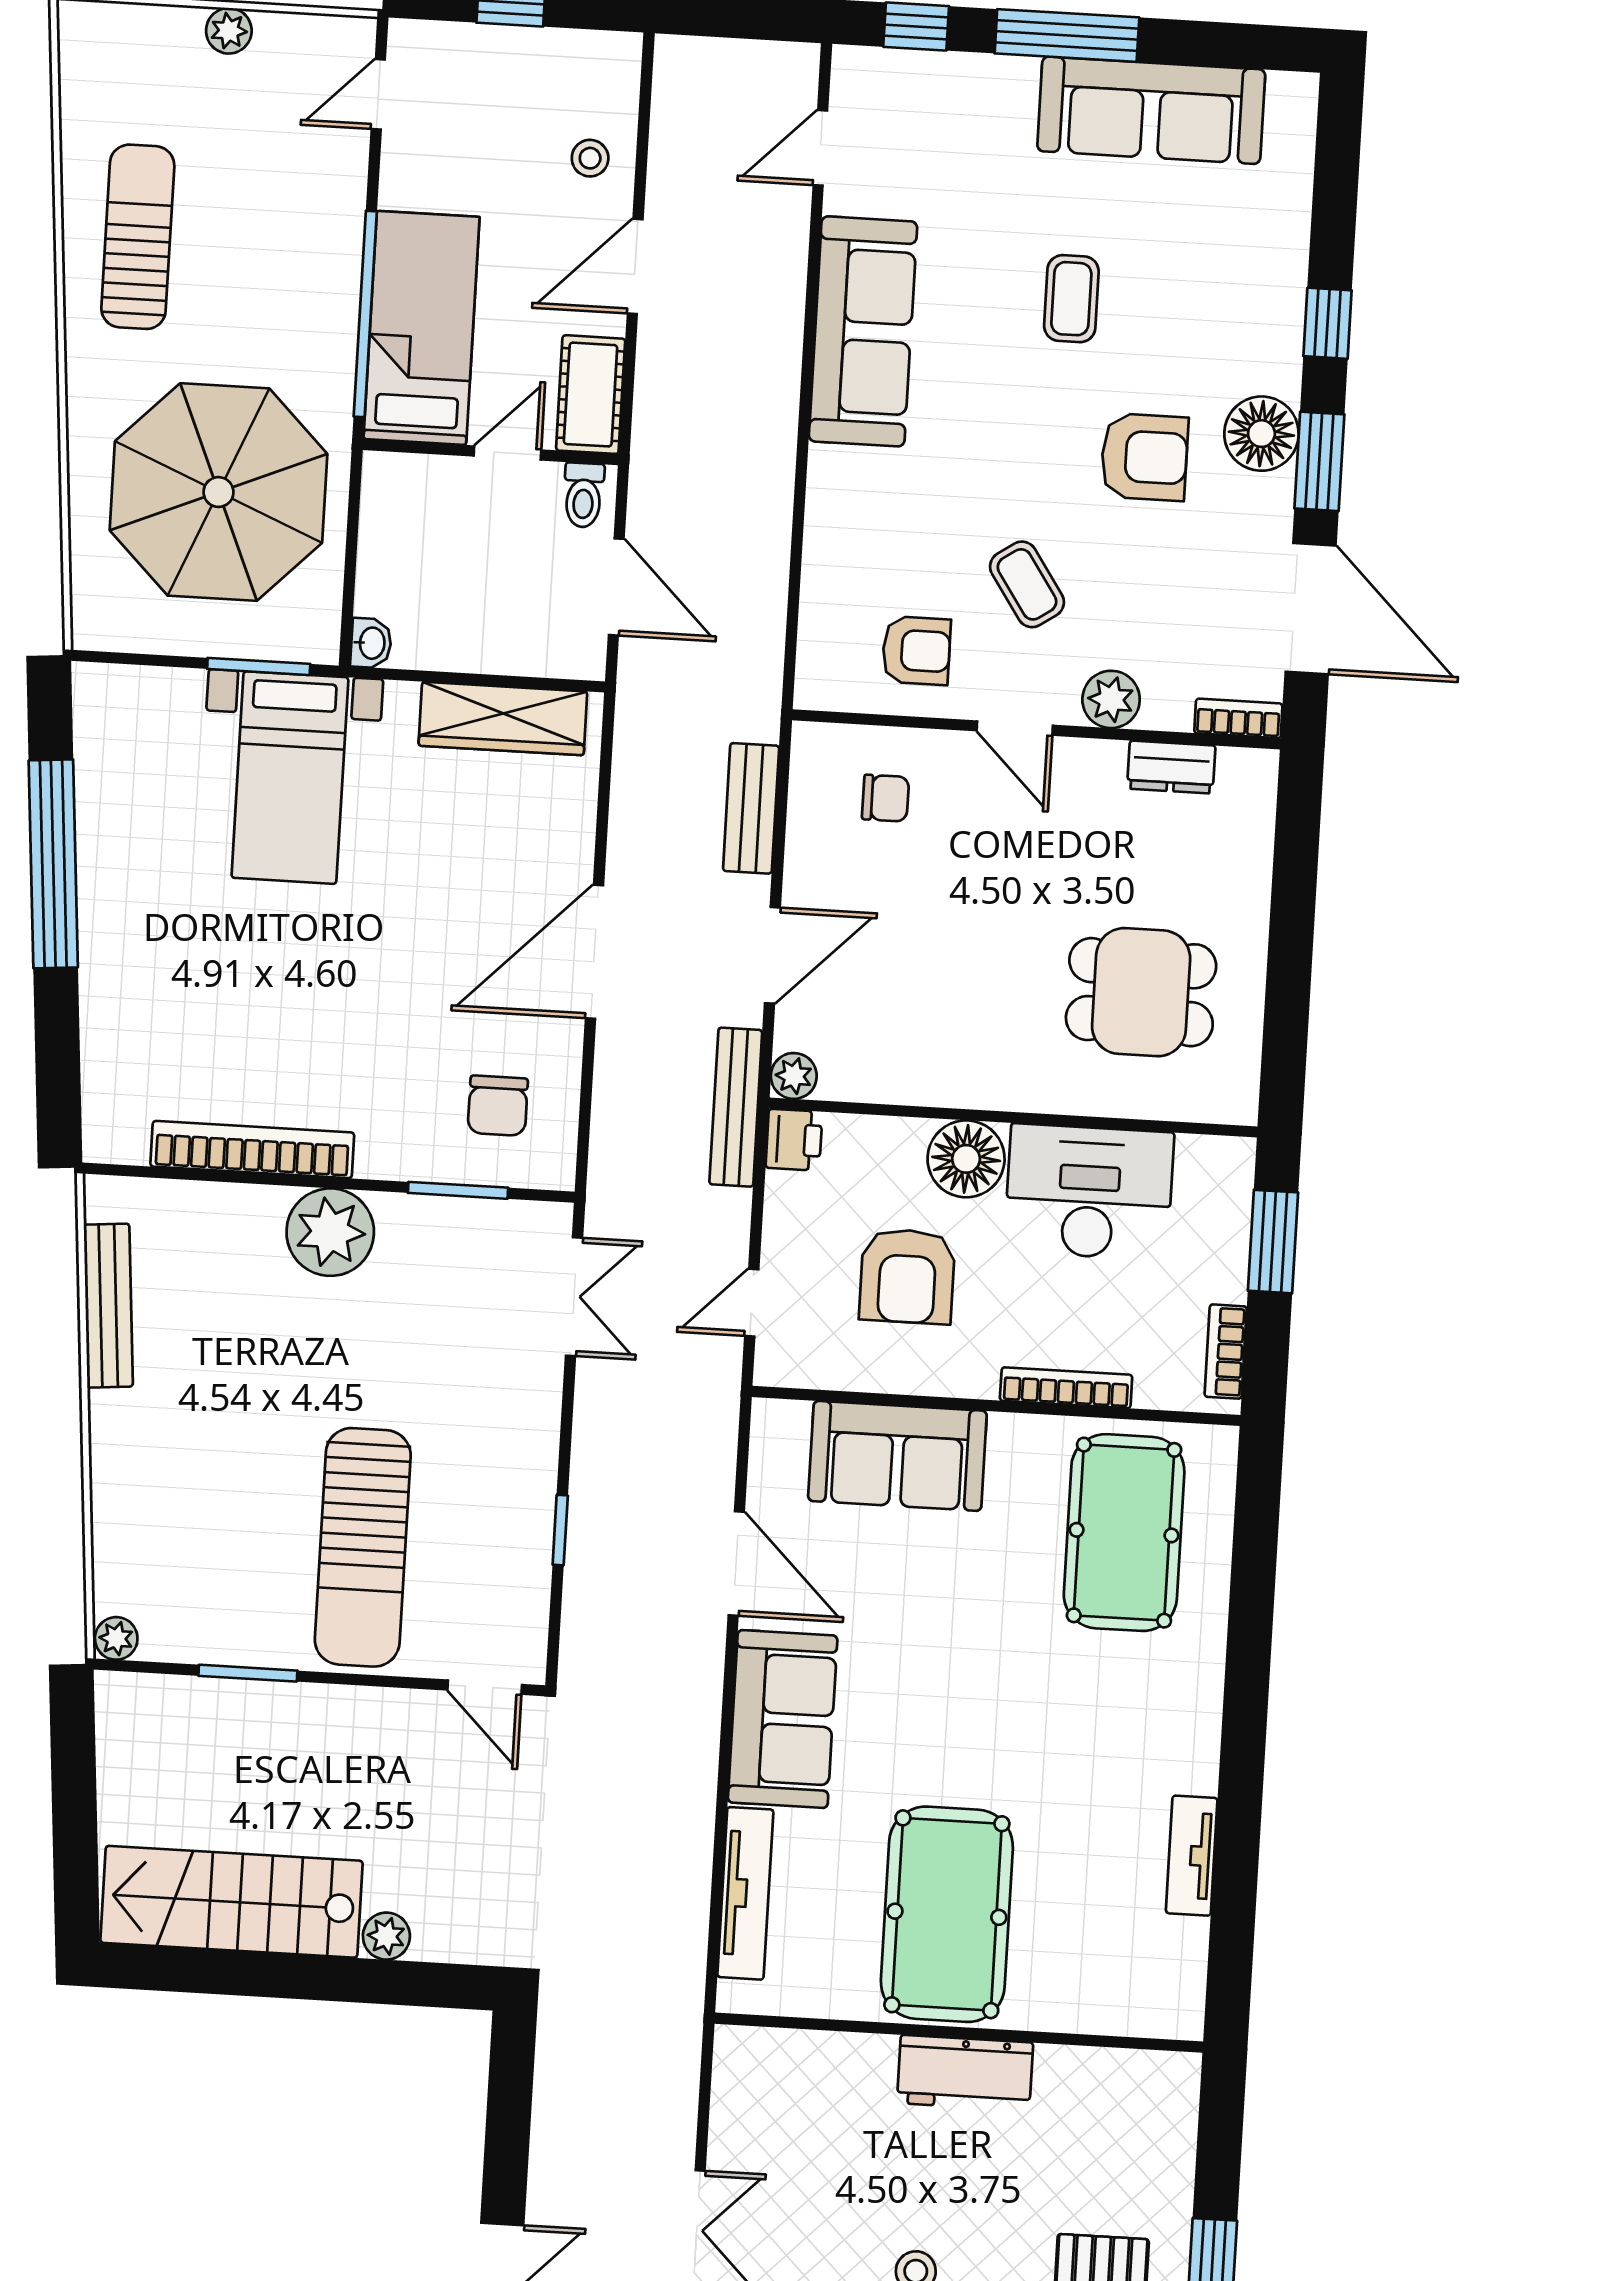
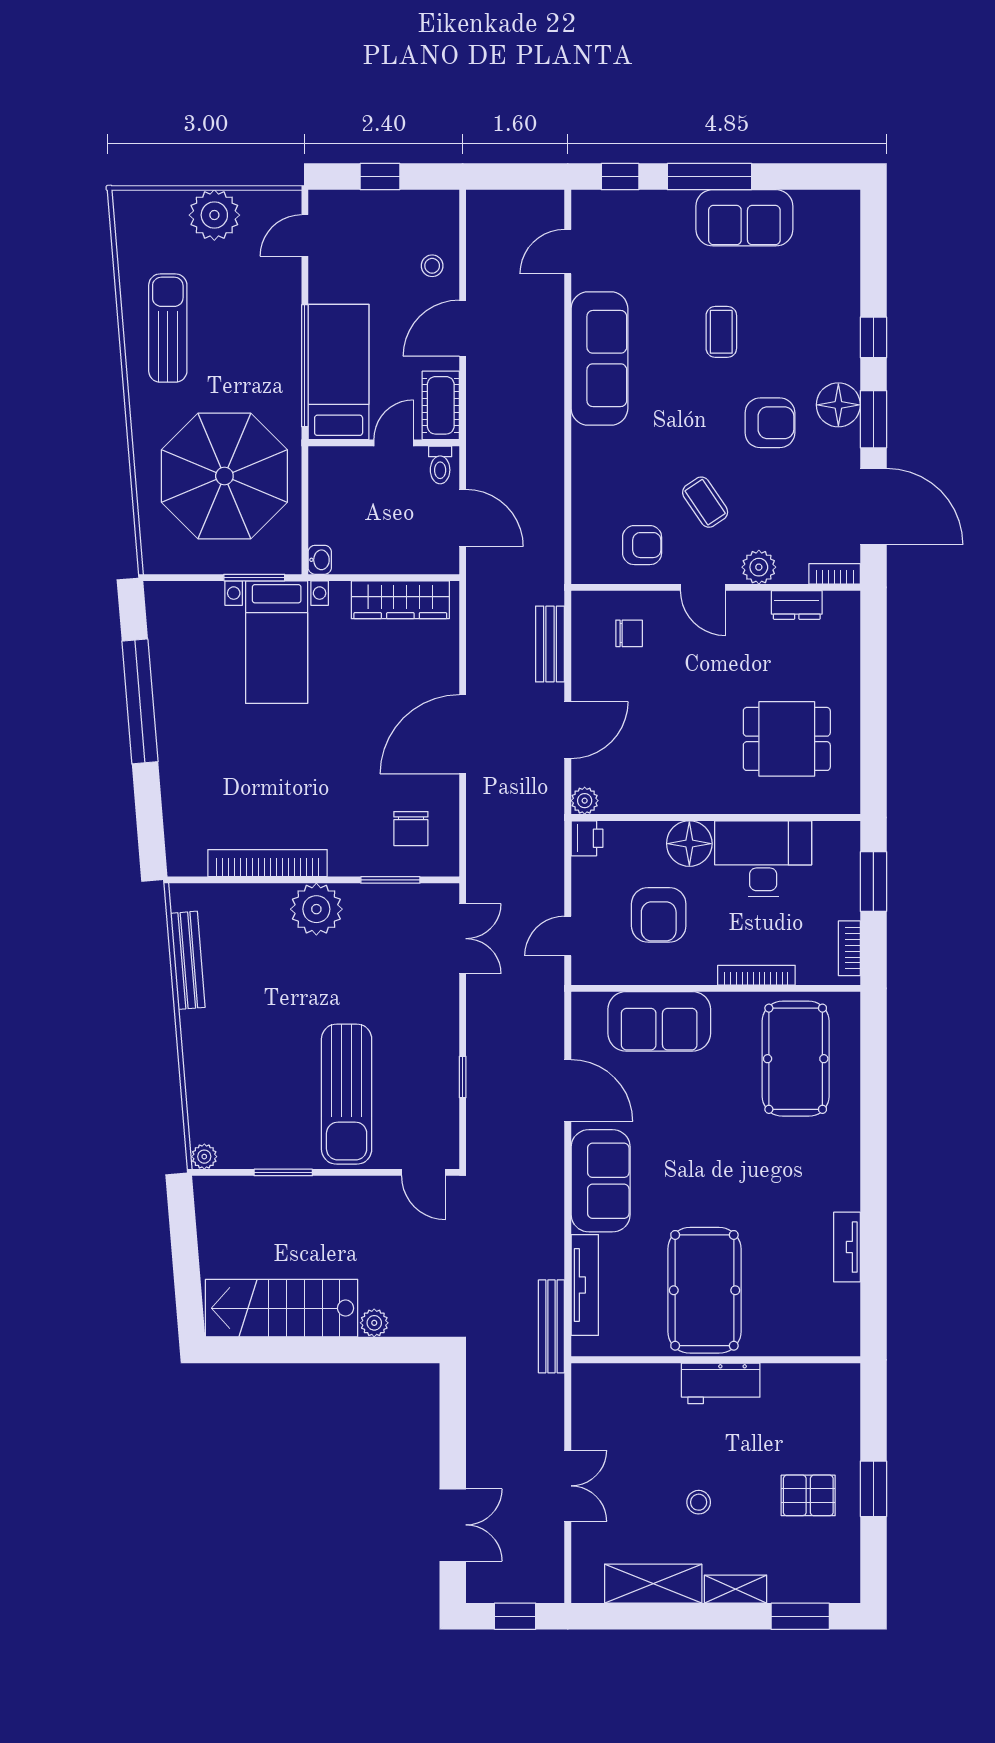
plant: (229, 31) -> (214, 215), width x1.87, depth x1.87
sofa: (1151, 110) -> (744, 218), width x0.73
bench: (736, 1107) -> (551, 1326), moved

